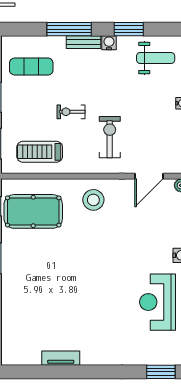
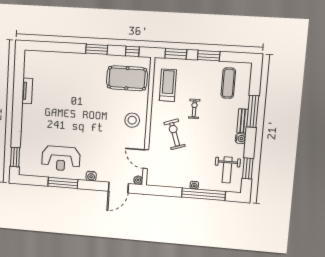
window: (129, 29) -> (248, 168), moved
exercise bike: (110, 137) -> (175, 134), turned -109
pool table: (33, 211) -> (127, 78), turned 90
reception desk: (157, 302) -> (61, 158), turned 180

